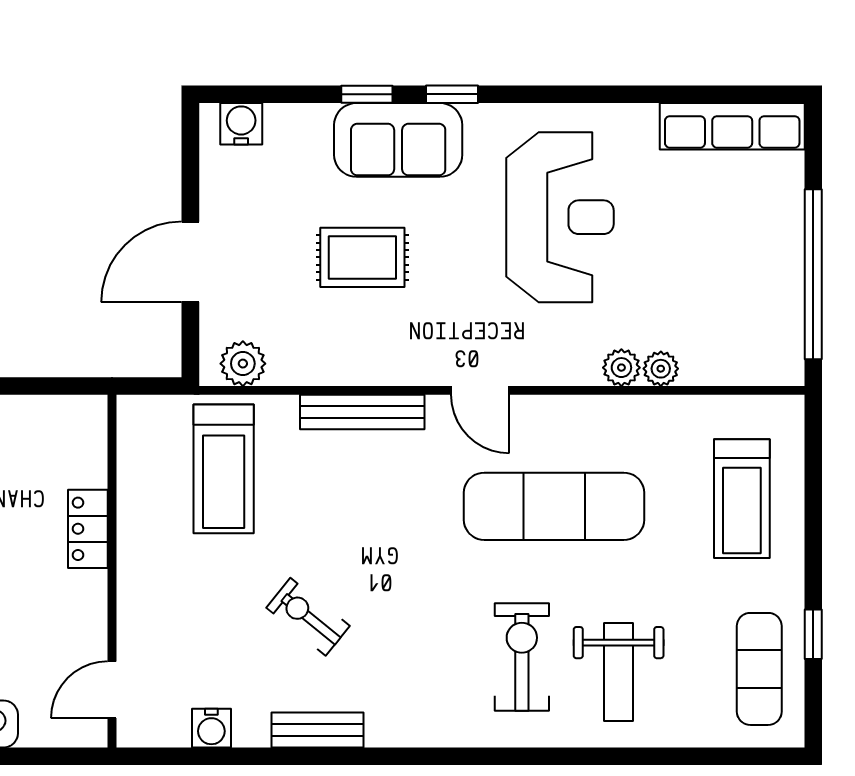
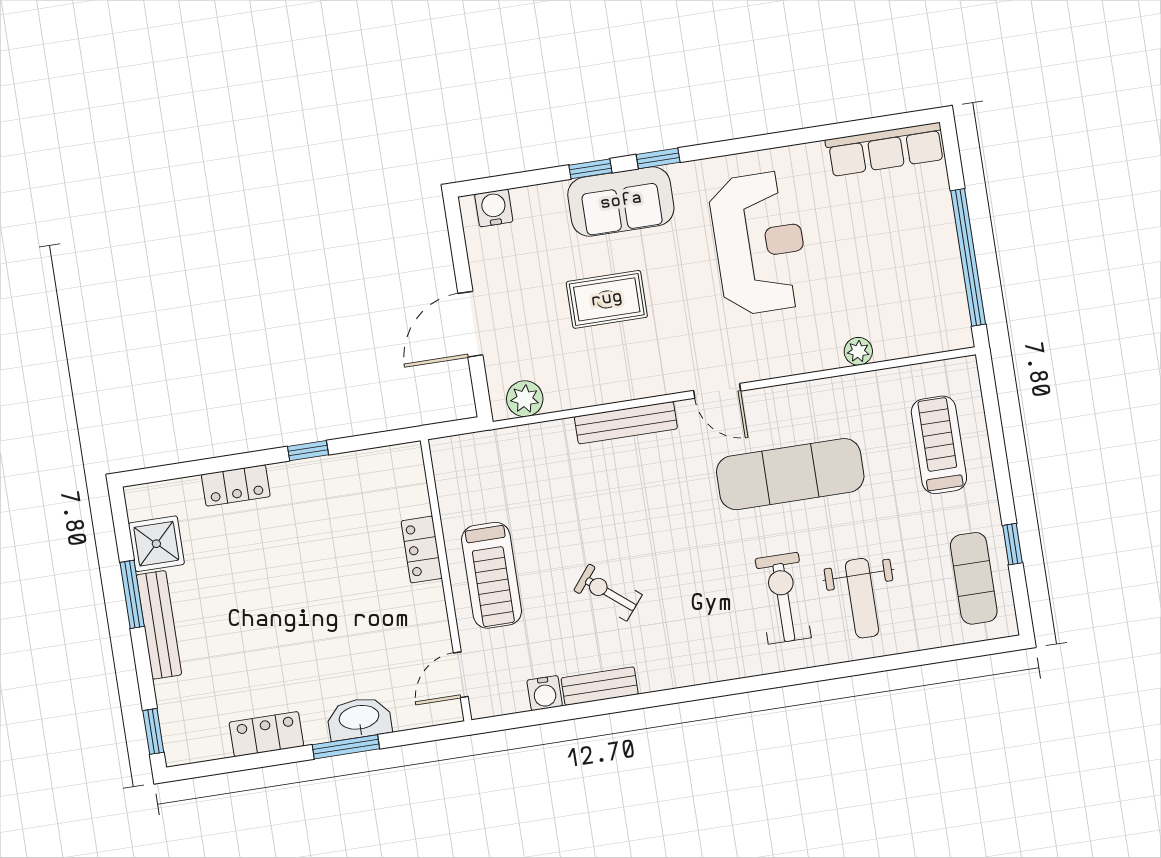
plant: (621, 368) -> (827, 355), removed
treadmill: (224, 469) -> (492, 575), moved
treadmill: (742, 499) -> (939, 445), turned 180
bench: (317, 730) -> (600, 686), moved

